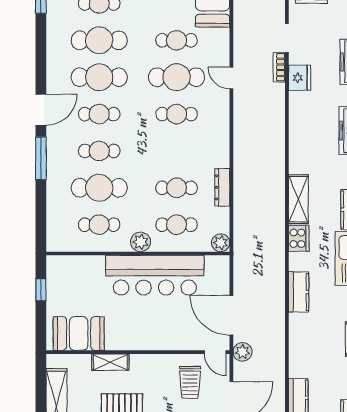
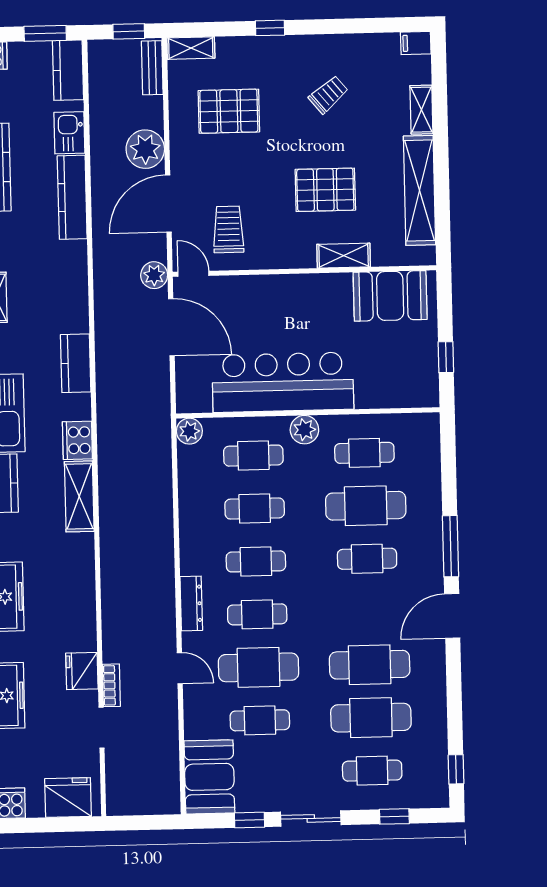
cafe table: (99, 114) -> (256, 561), moved
dresser: (222, 187) -> (191, 603), moved

